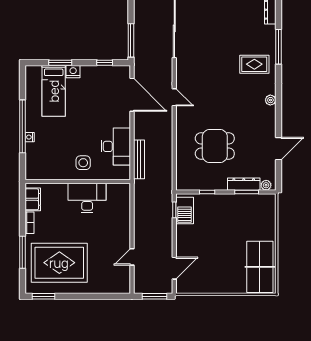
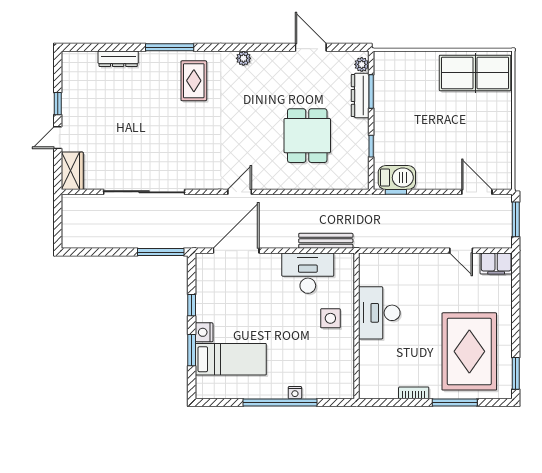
window: (105, 63) -> (192, 305), moved
filing cabinet: (33, 199) -> (496, 263), moved, turned 180

